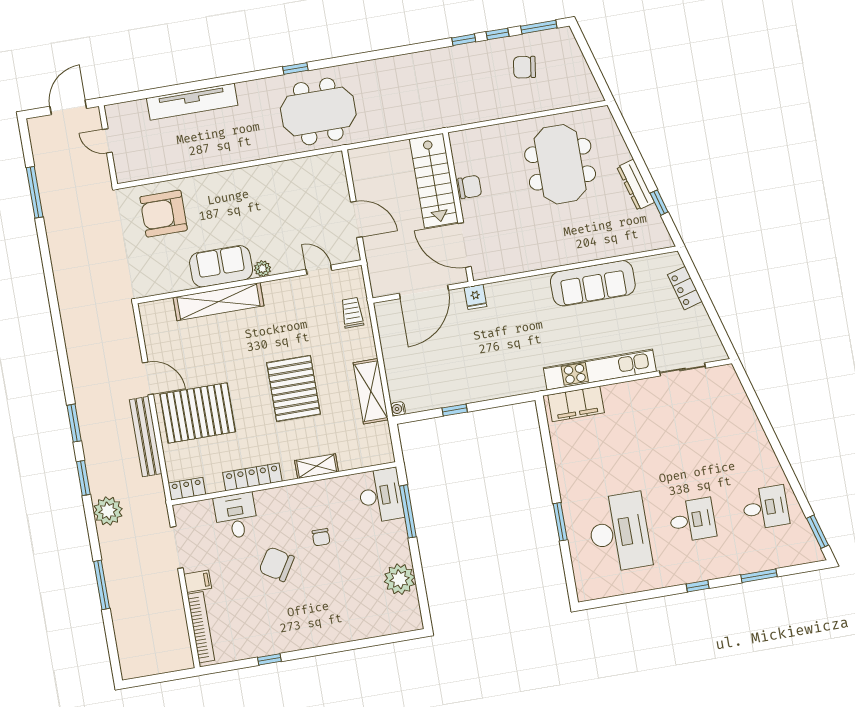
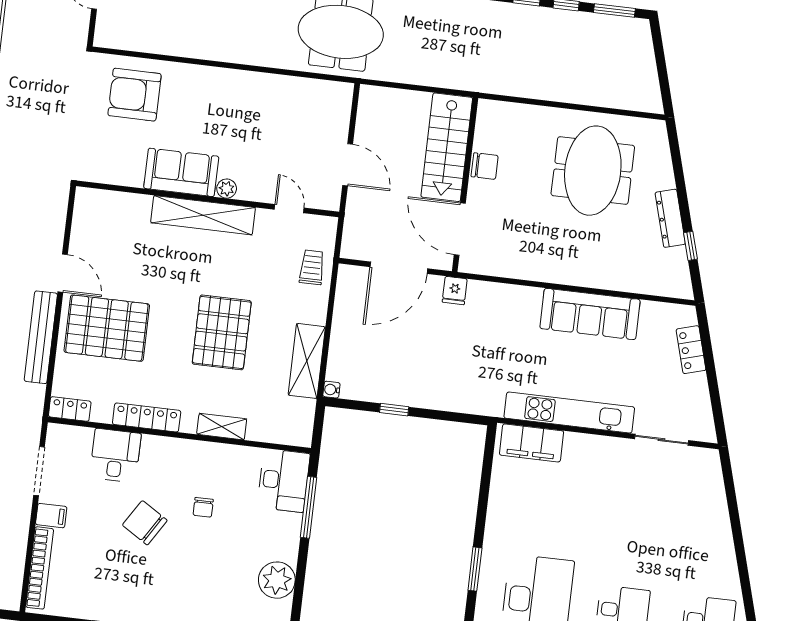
chair: (525, 67) -> (585, 51), removed
shelving: (219, 302) -> (203, 215), moved

